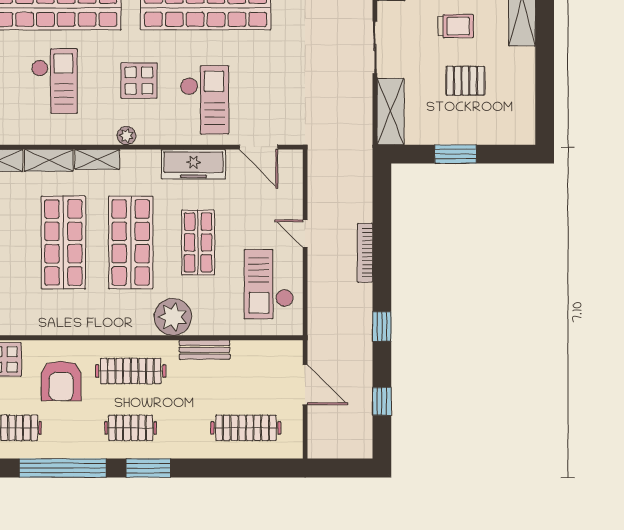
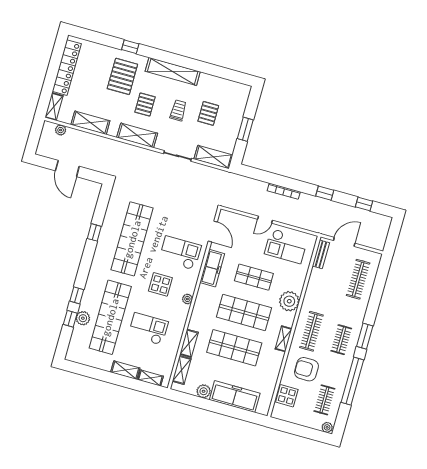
door: (258, 147) -> (213, 232), hinge flipped
shelving: (97, 159) -> (284, 339), moved
bench: (205, 350) -> (321, 254), moved
armchair: (61, 381) -> (306, 369), turned 180

